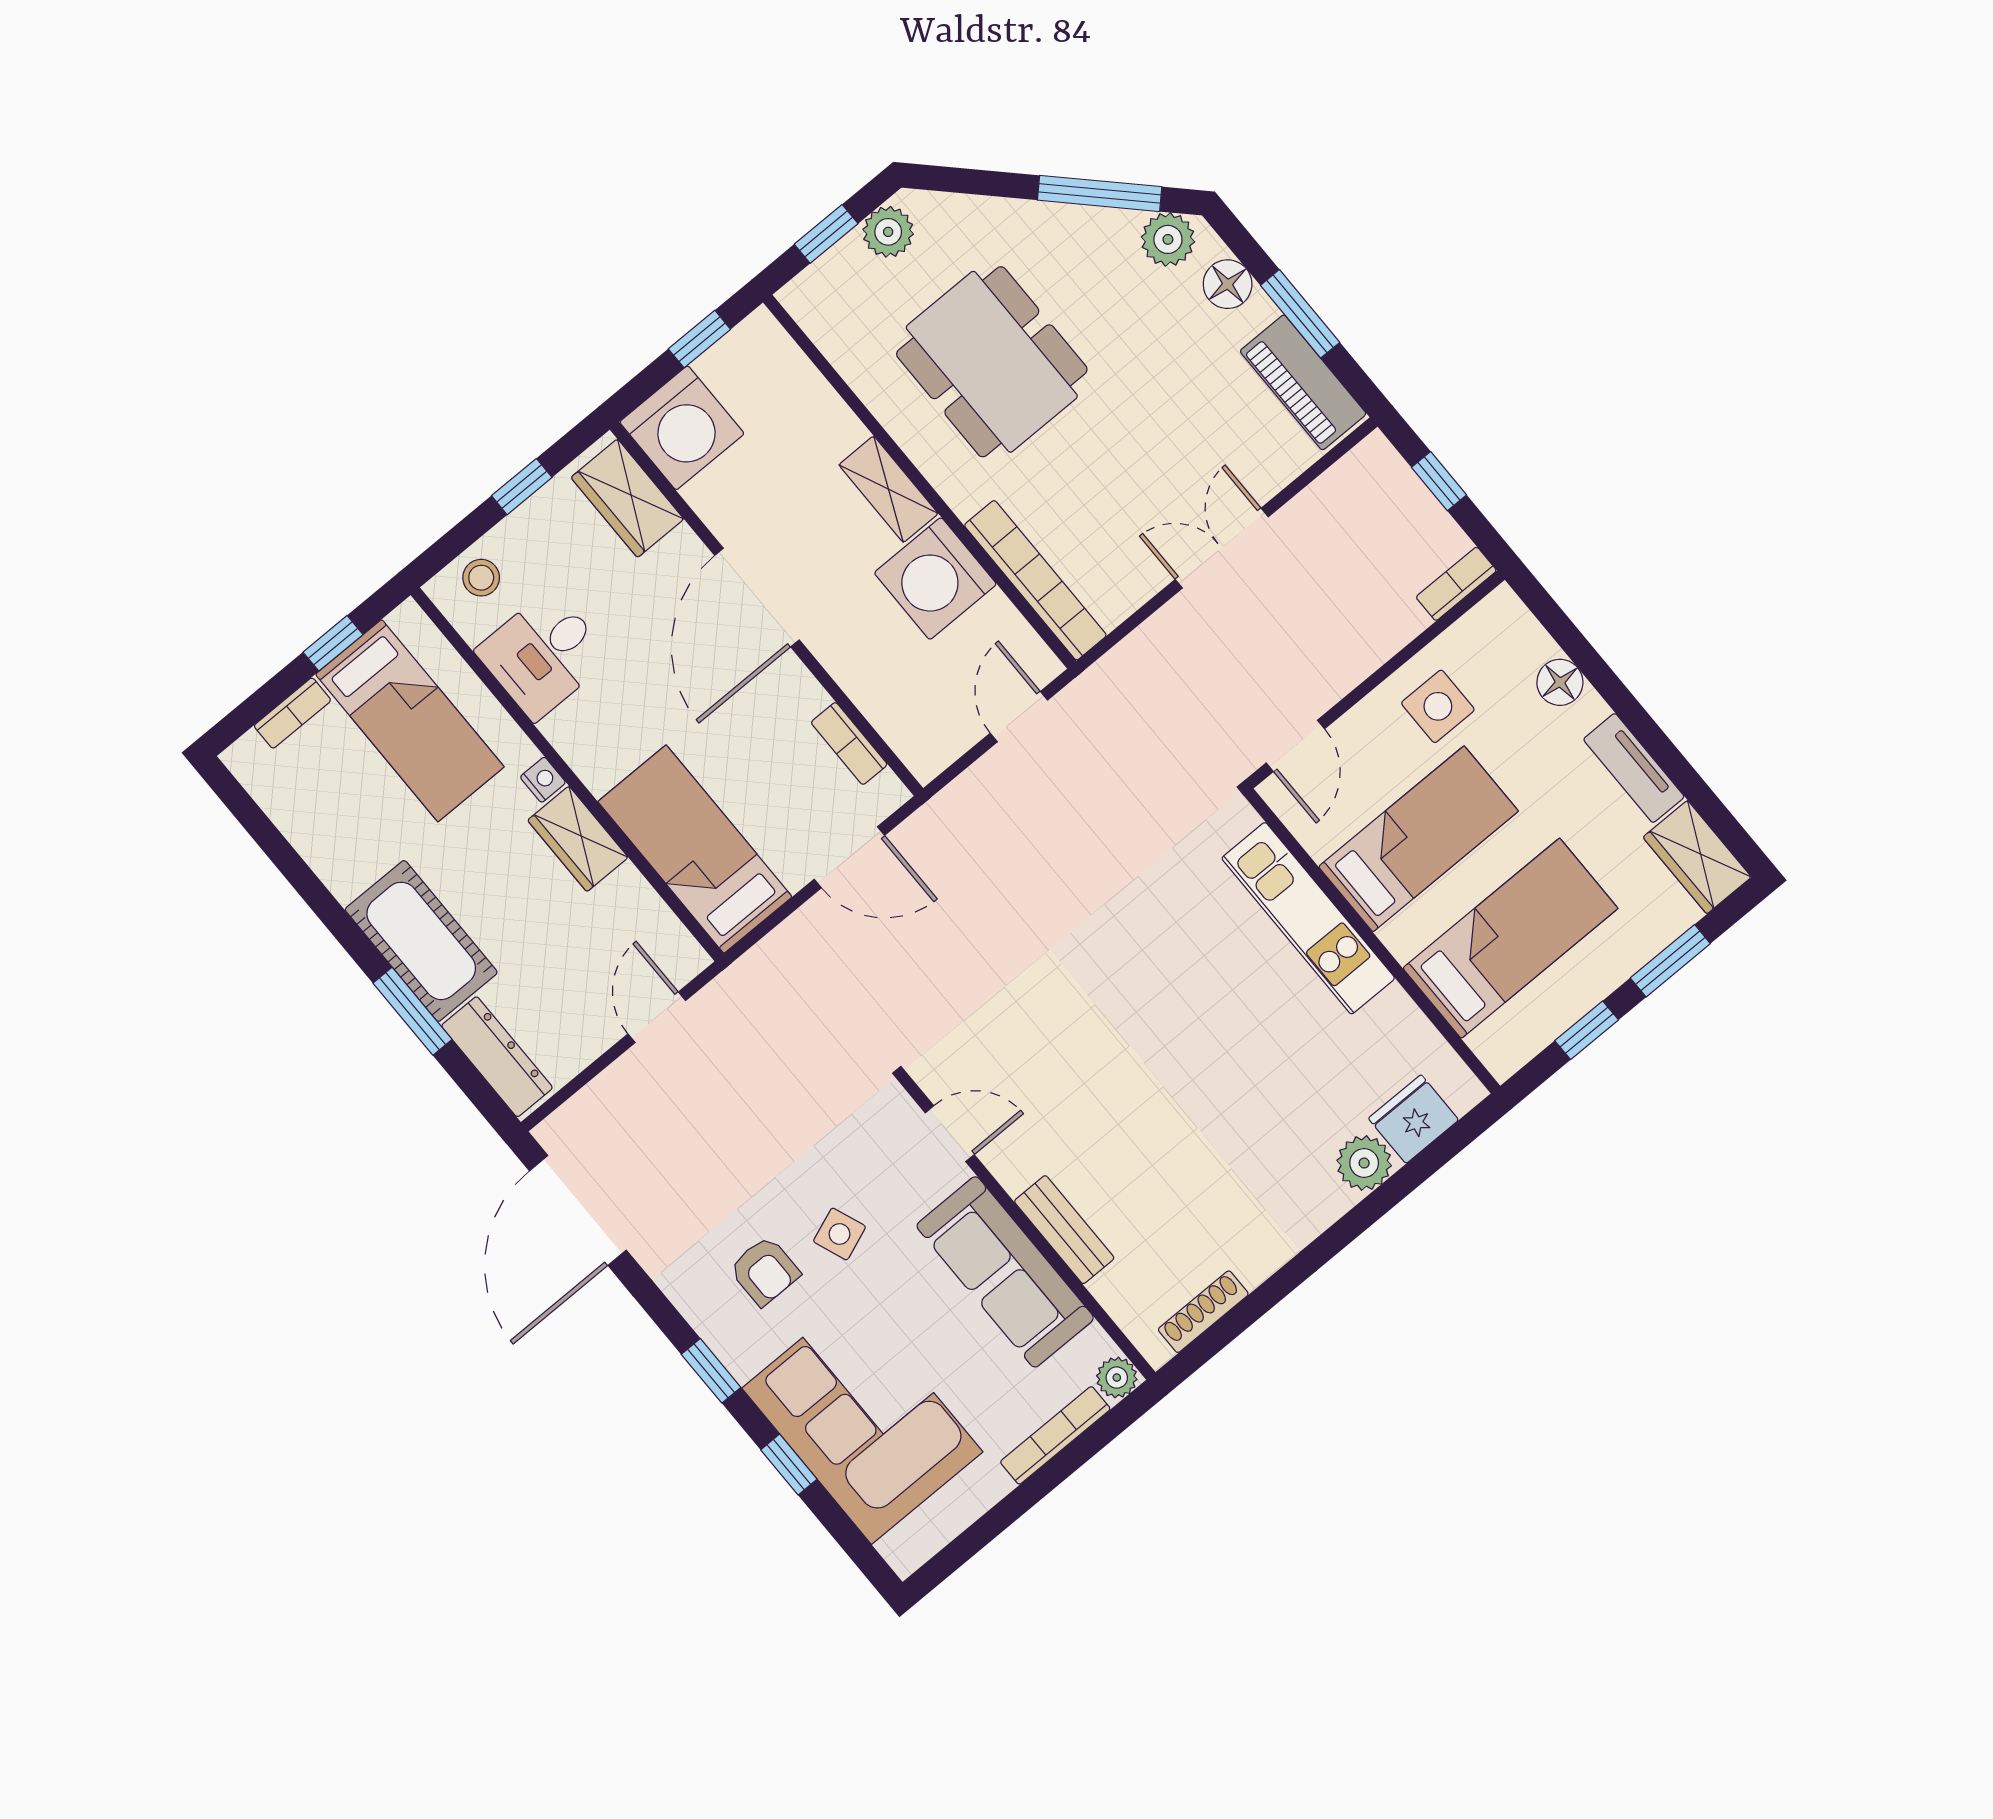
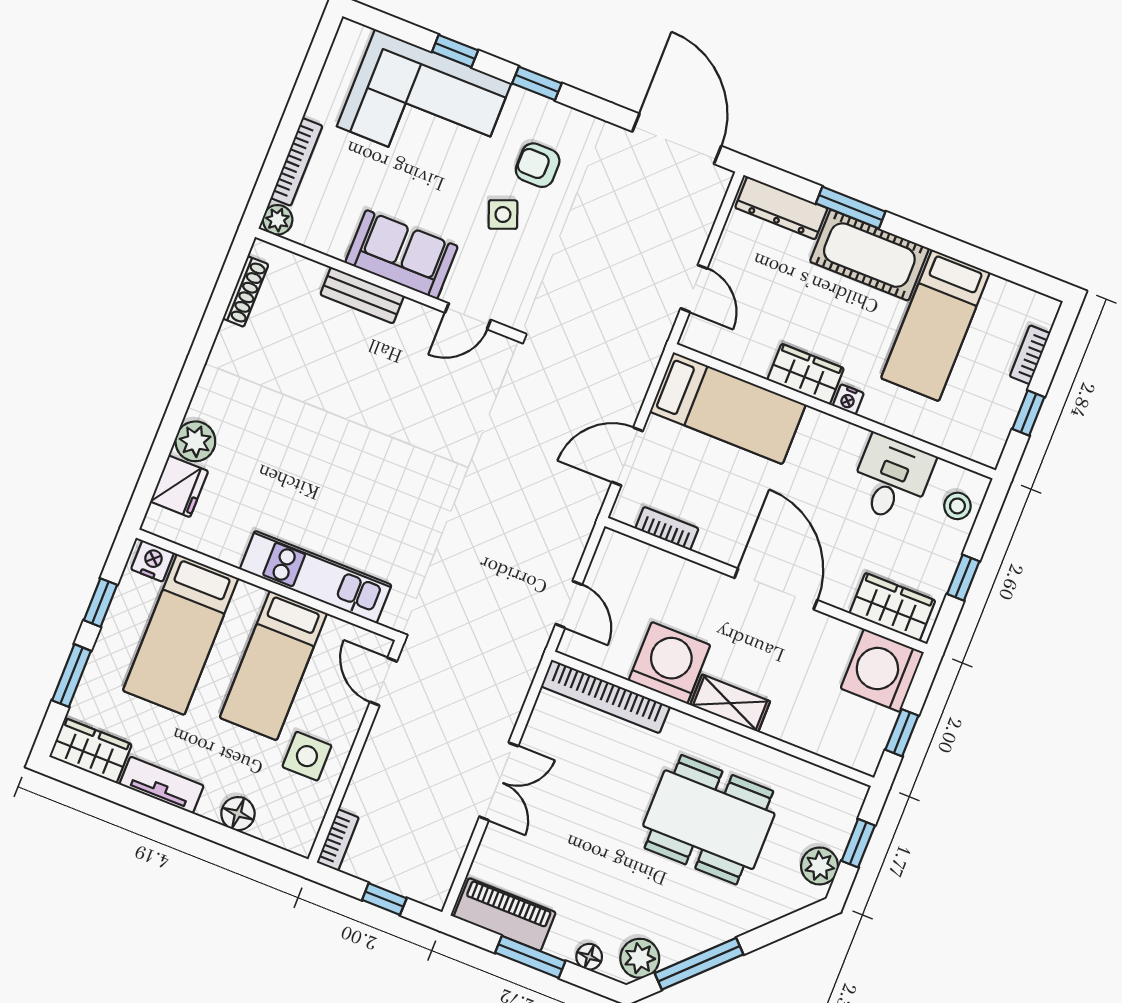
floor lamp: (1228, 284) -> (589, 957), width x0.73, depth x0.73
bed: (410, 721) -> (935, 325), moved, turned -90
nightstand: (1496, 1046) -> (153, 561), added
sofa: (1005, 1272) -> (402, 255), width x0.73

